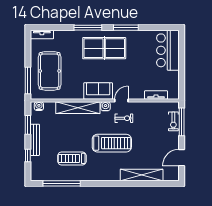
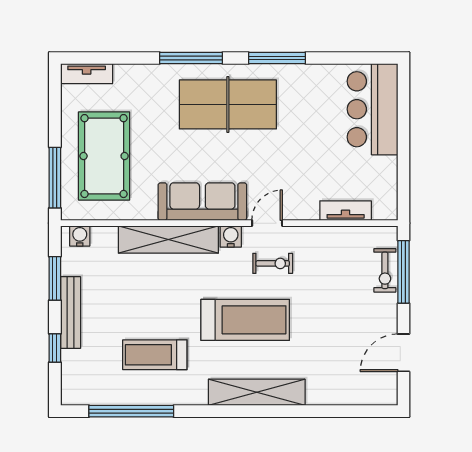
sofa: (98, 91) -> (202, 202), width x1.36
shelving: (142, 175) -> (257, 392), moved

